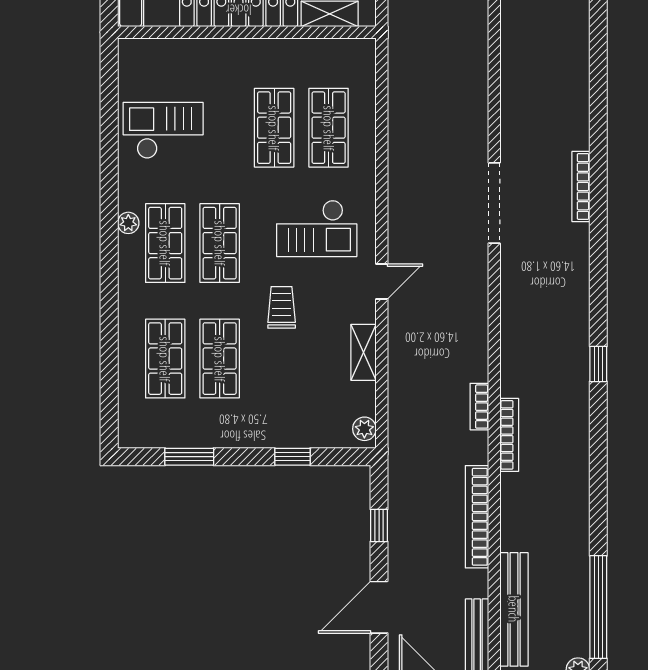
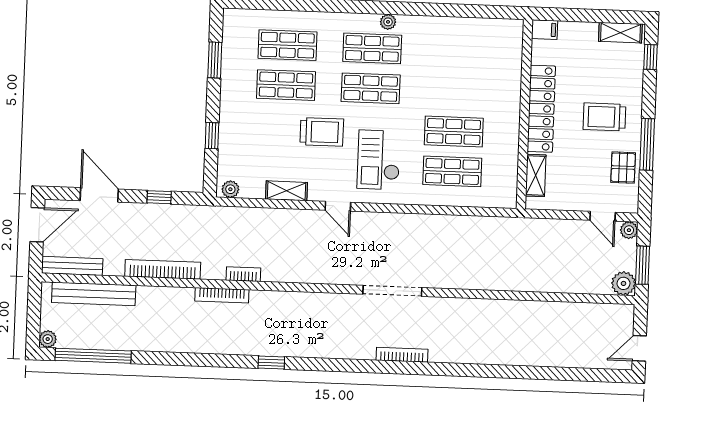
checkout: (163, 130) -> (455, 50), removed
trolley: (282, 307) -> (322, 132), width x1.36, depth x1.39

